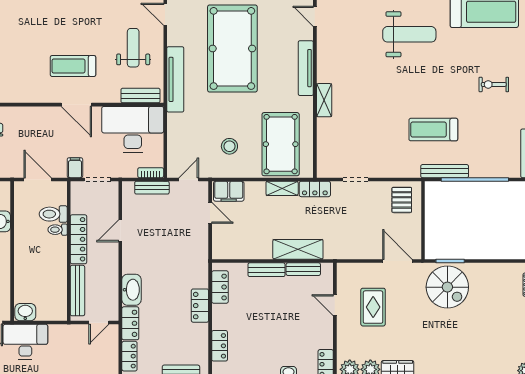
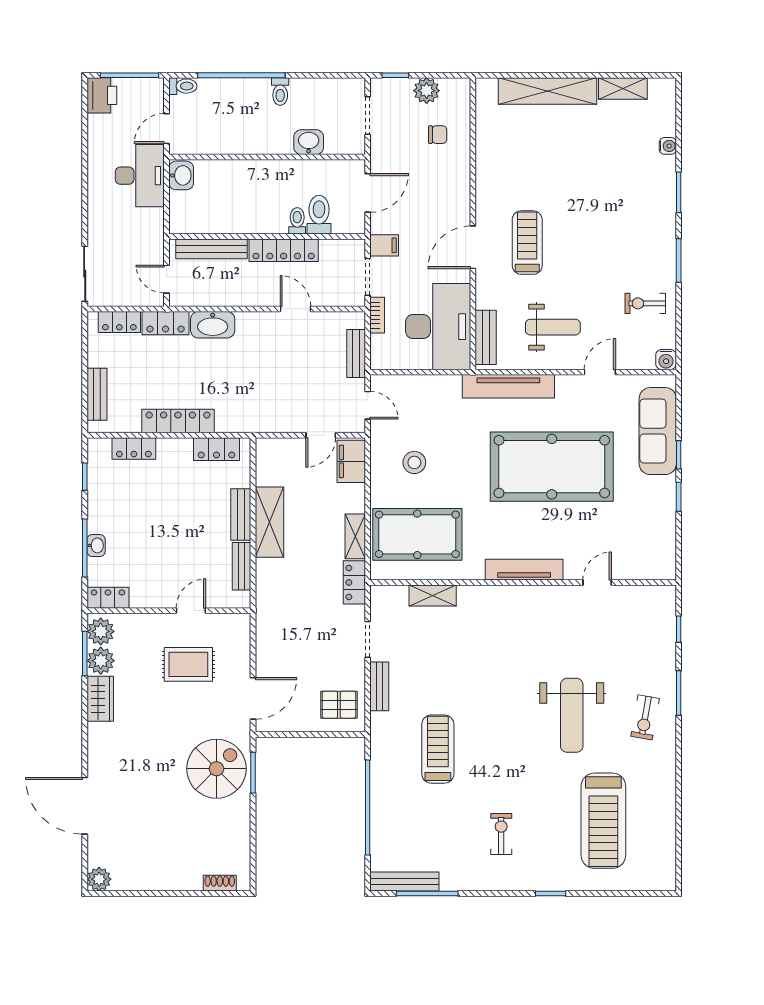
shelving: (324, 100) -> (433, 595), moved
bench: (445, 171) -> (379, 686), moved, width x0.73
bookcase: (151, 173) -> (377, 315), moved
shelving: (298, 249) -> (269, 522), moved
spiral stairs: (447, 287) -> (216, 769), turned 180
locker: (200, 306) -> (178, 421), width x1.53

